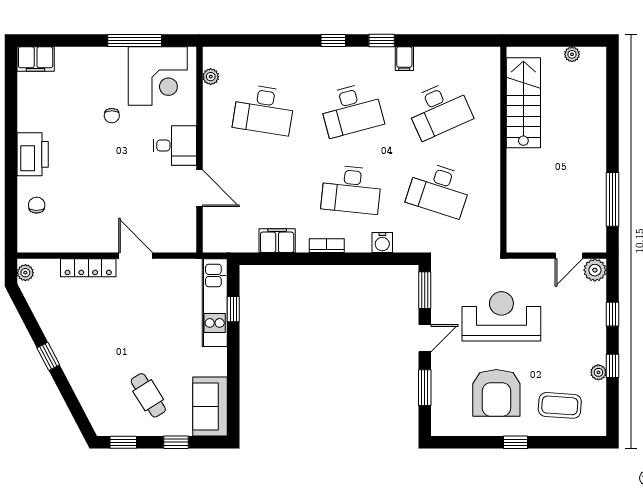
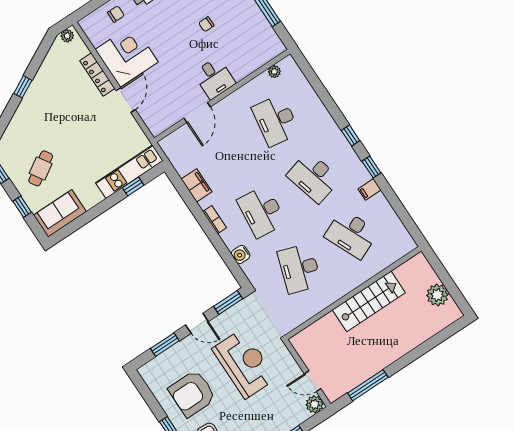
plant: (572, 54) -> (437, 295), width x1.87, depth x1.87
corner desk: (158, 76) -> (127, 56), moved, turned 180
stairs: (523, 103) -> (369, 301), moved

